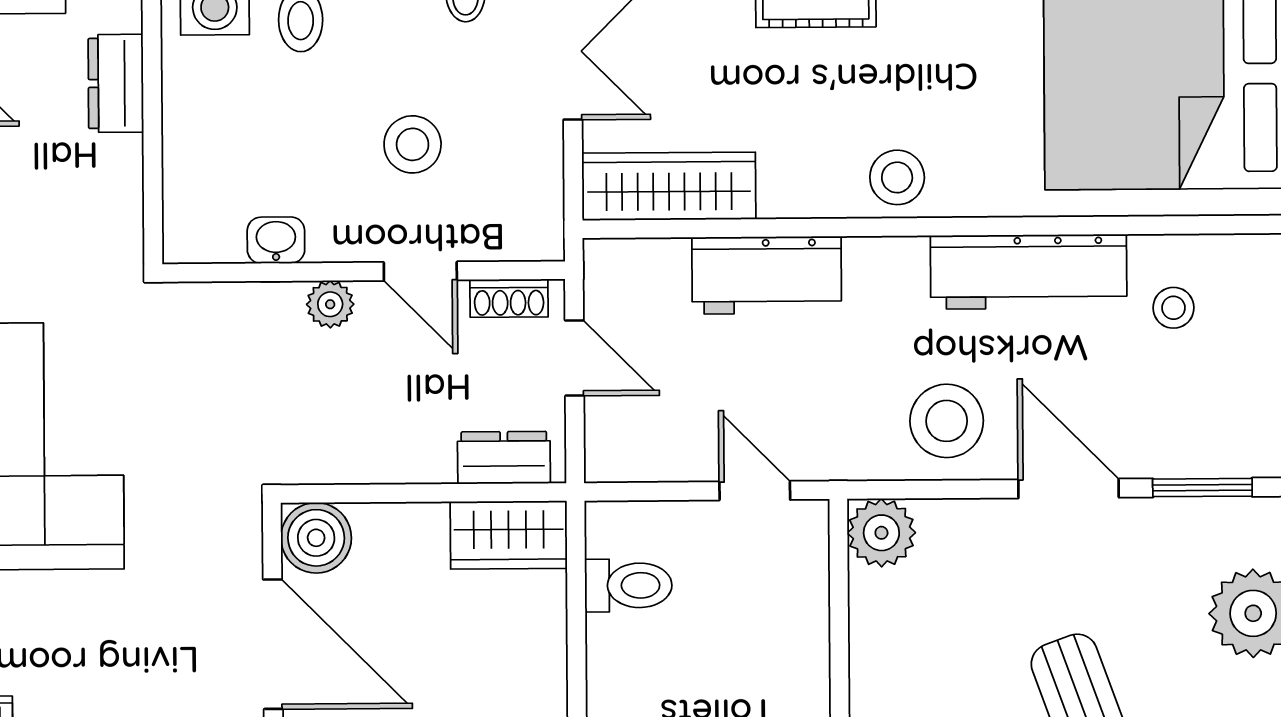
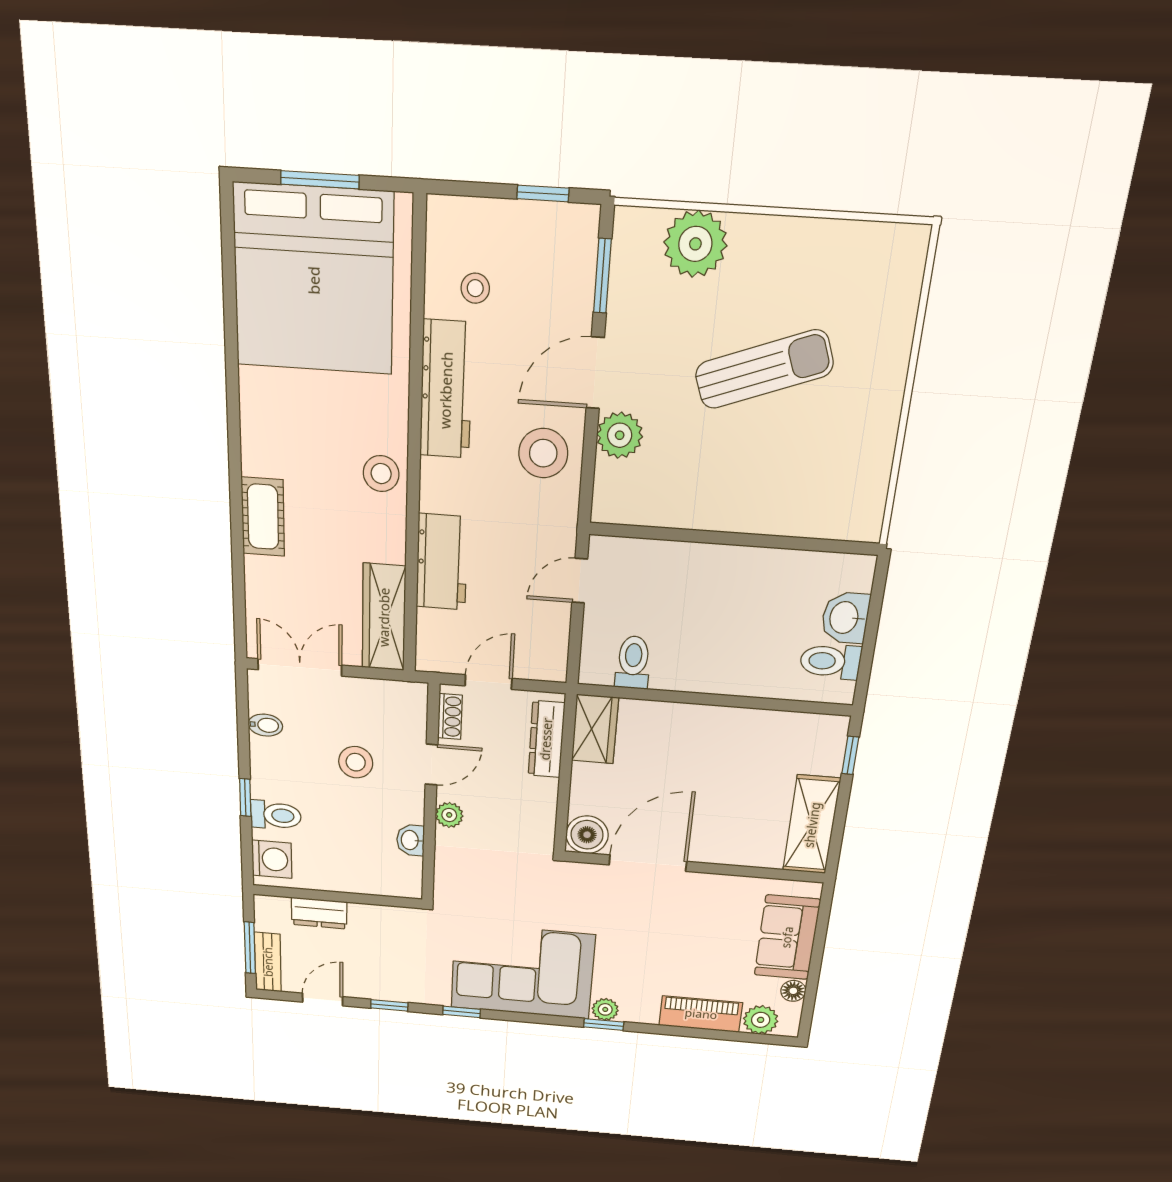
dresser: (504, 458) -> (546, 739), width x1.44
plant: (881, 533) -> (620, 435), moved

